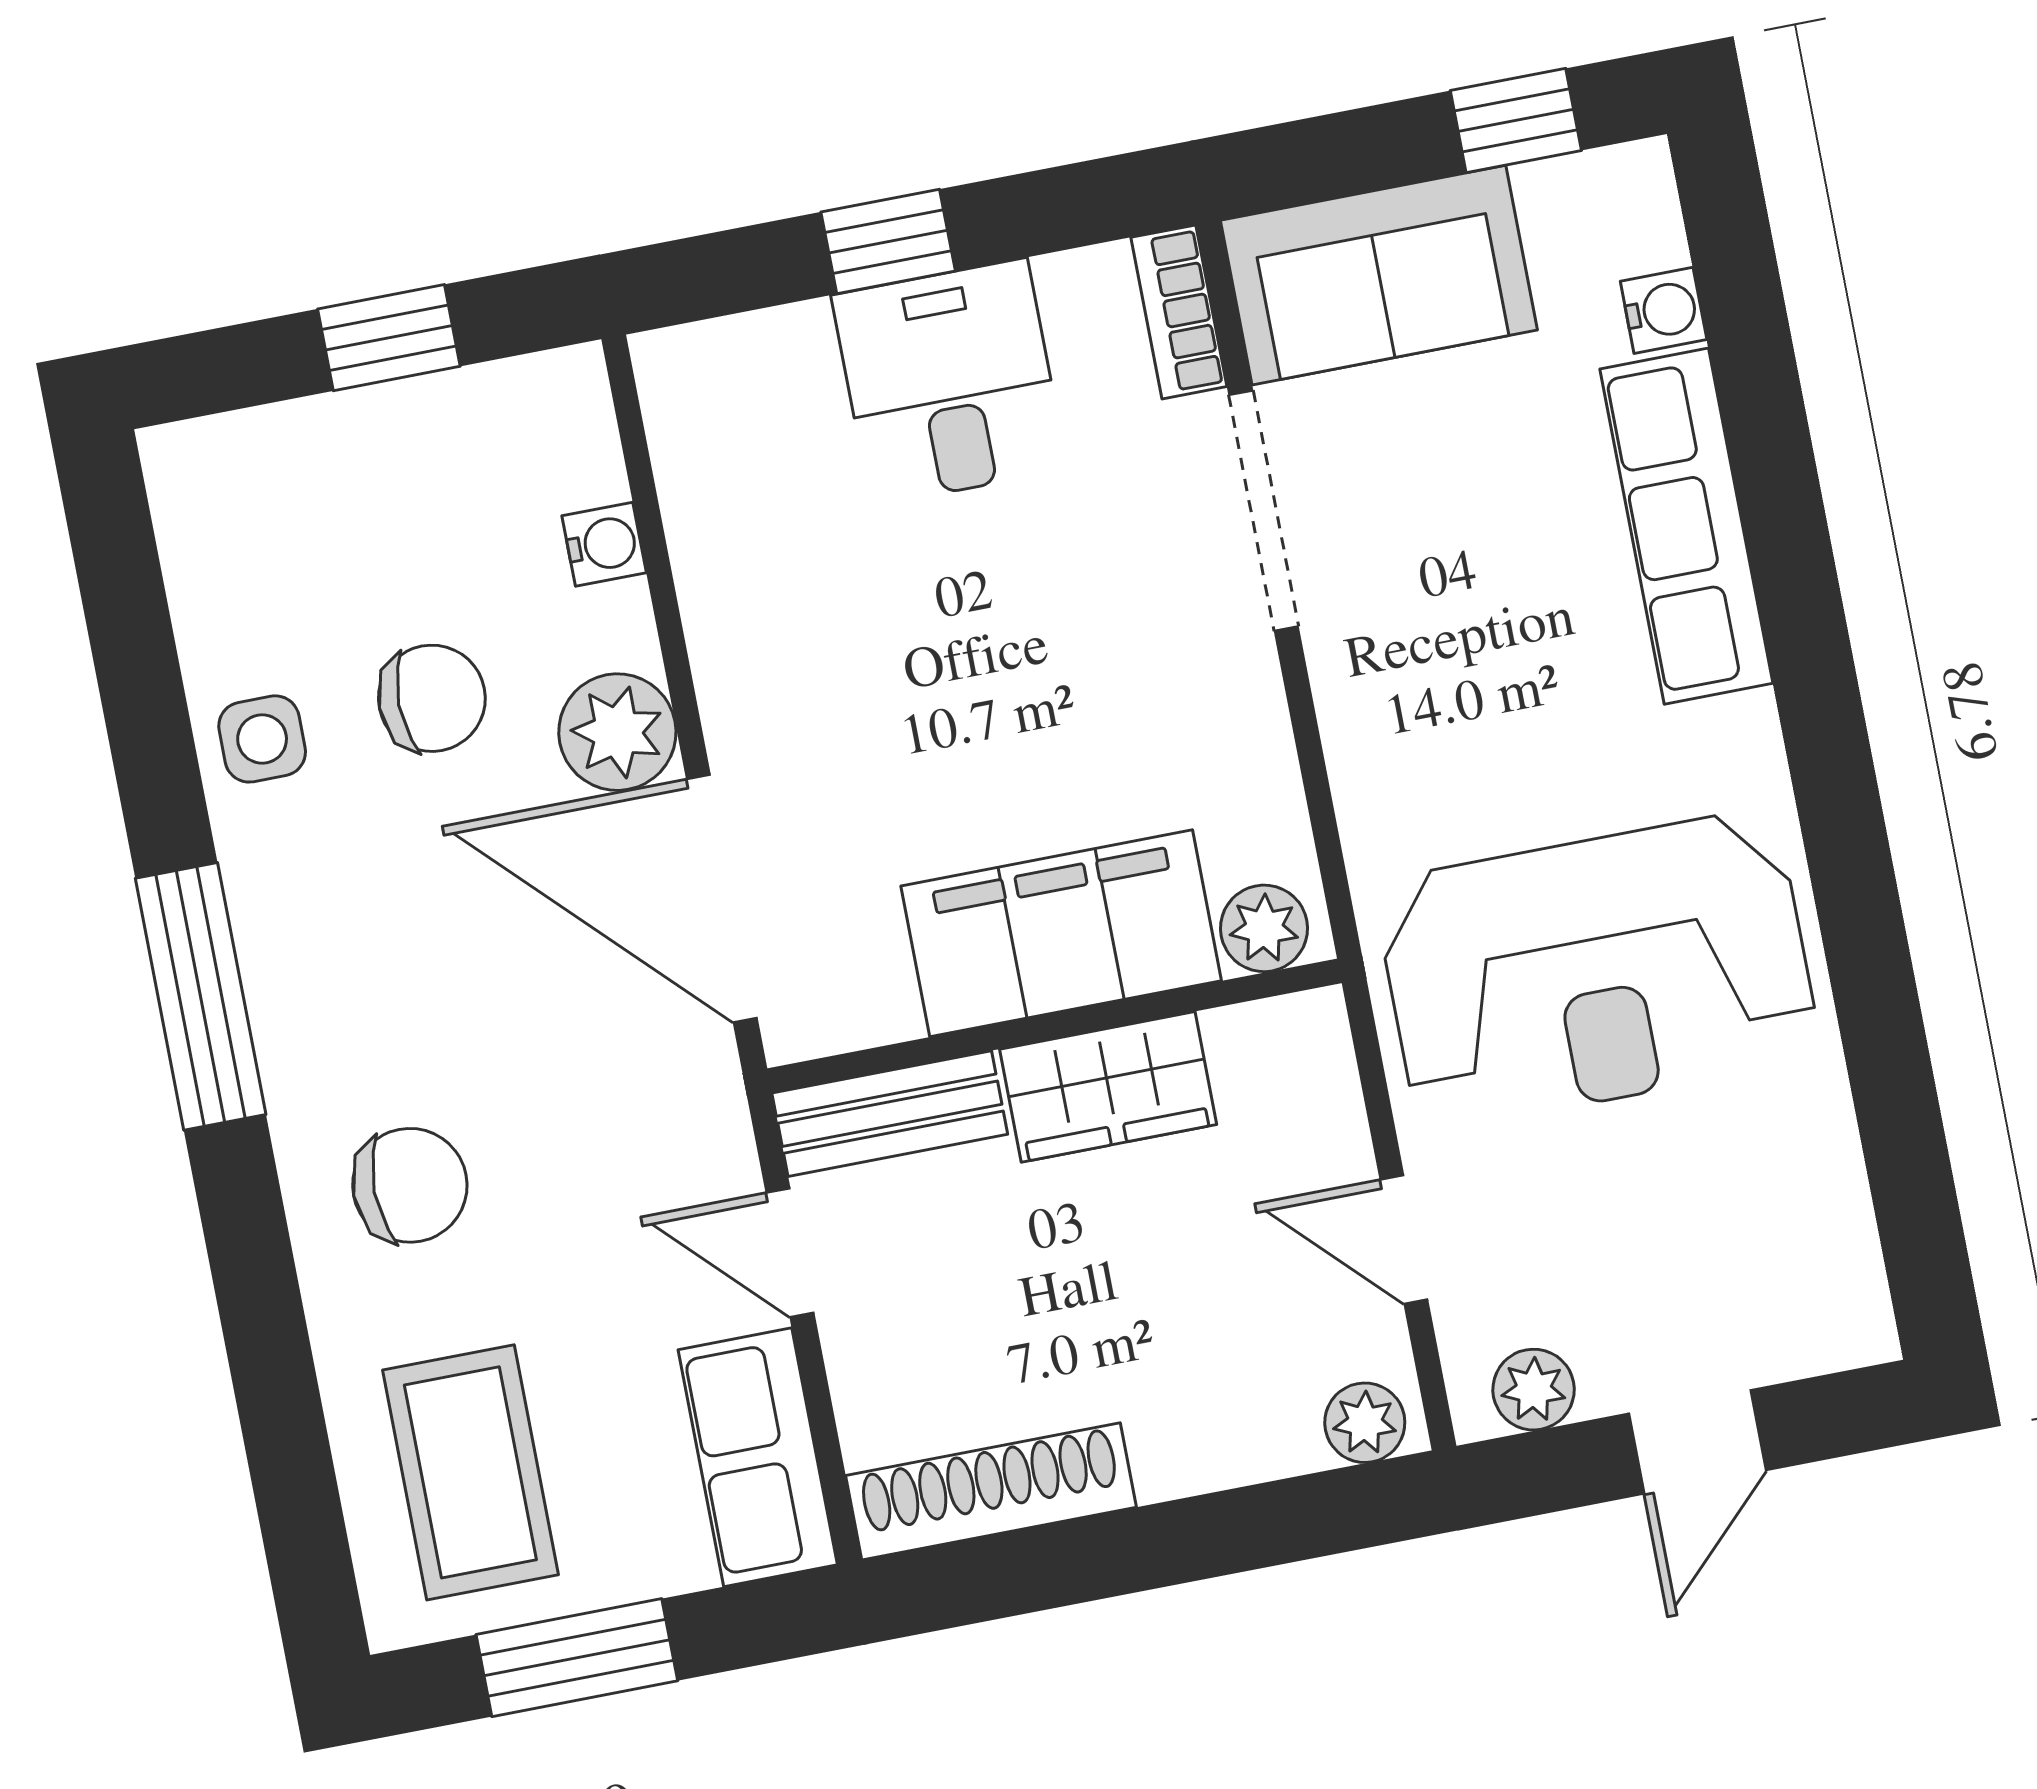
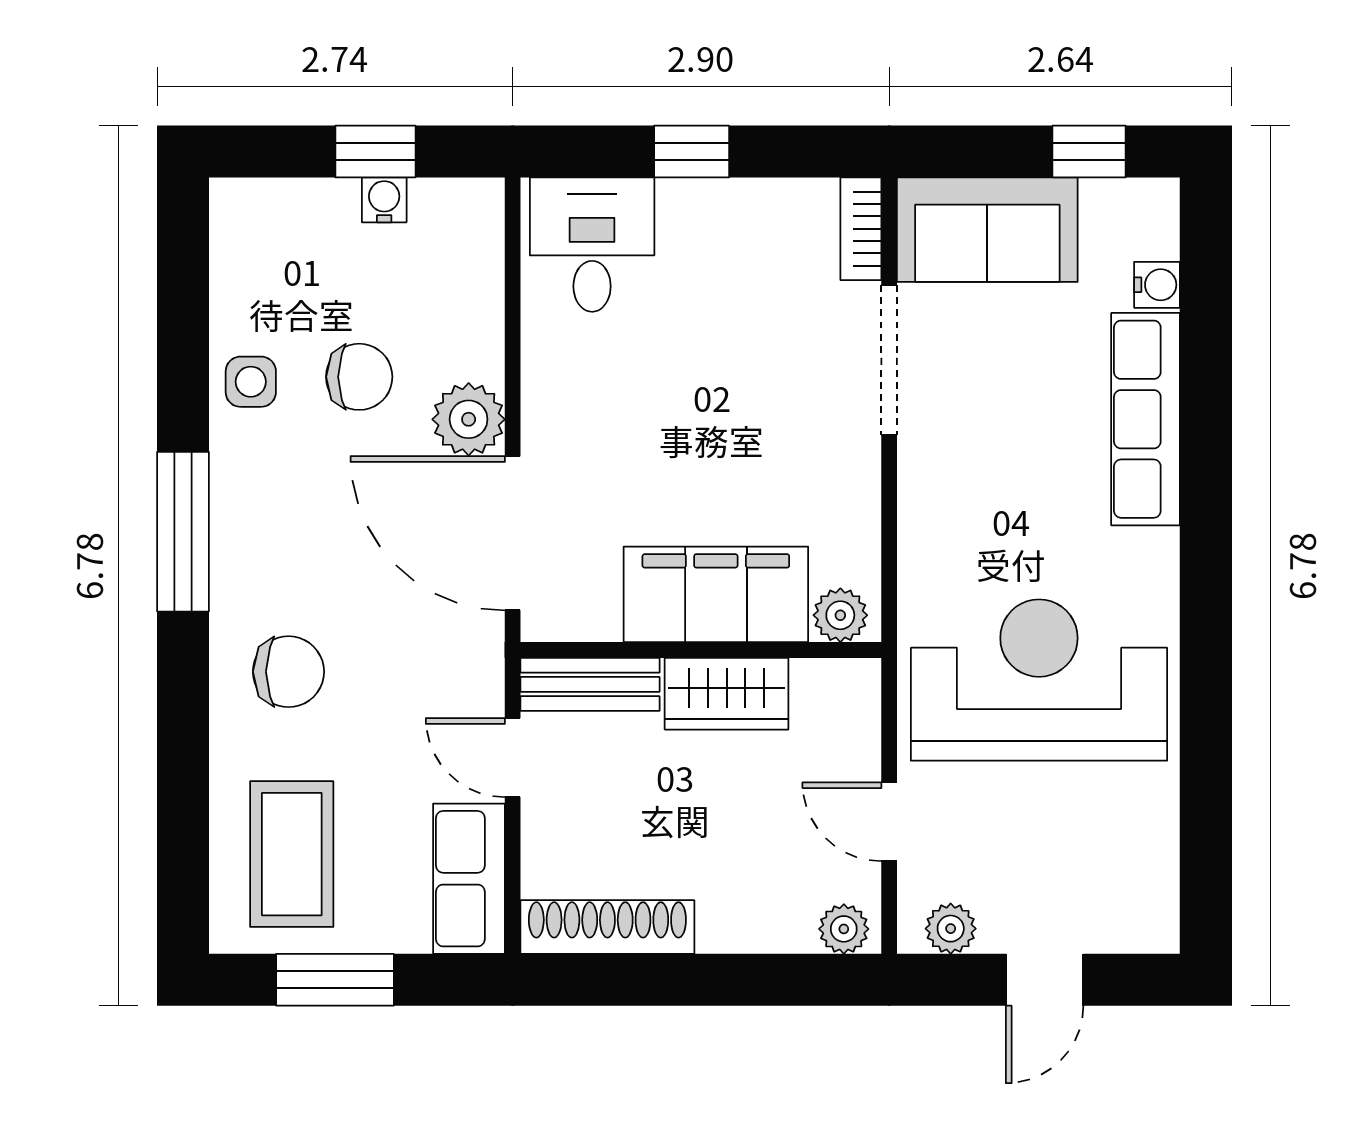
desk: (949, 382) -> (592, 245), moved
water cooler: (604, 544) -> (384, 200), moved, turned -90
reception desk: (1597, 970) -> (1039, 680), turned 180

